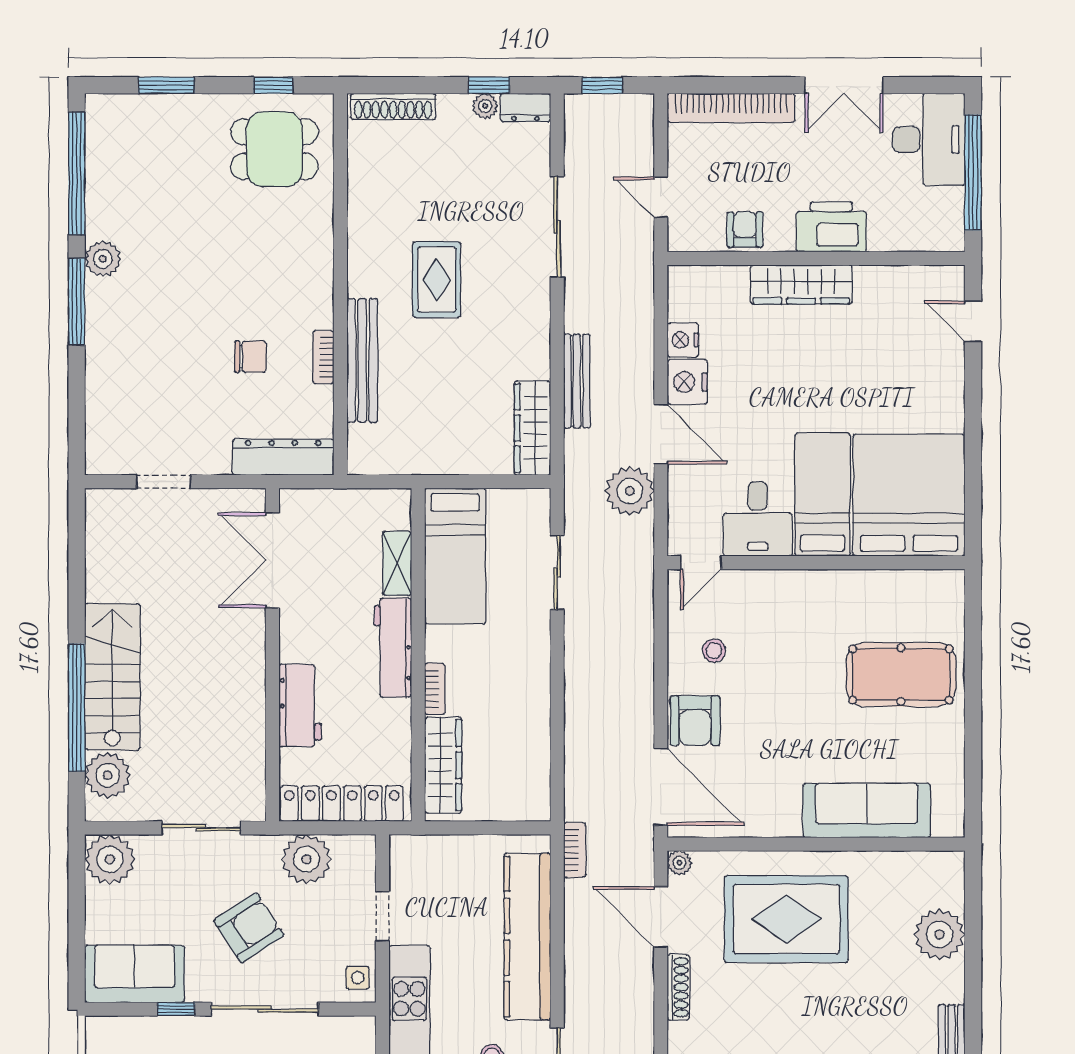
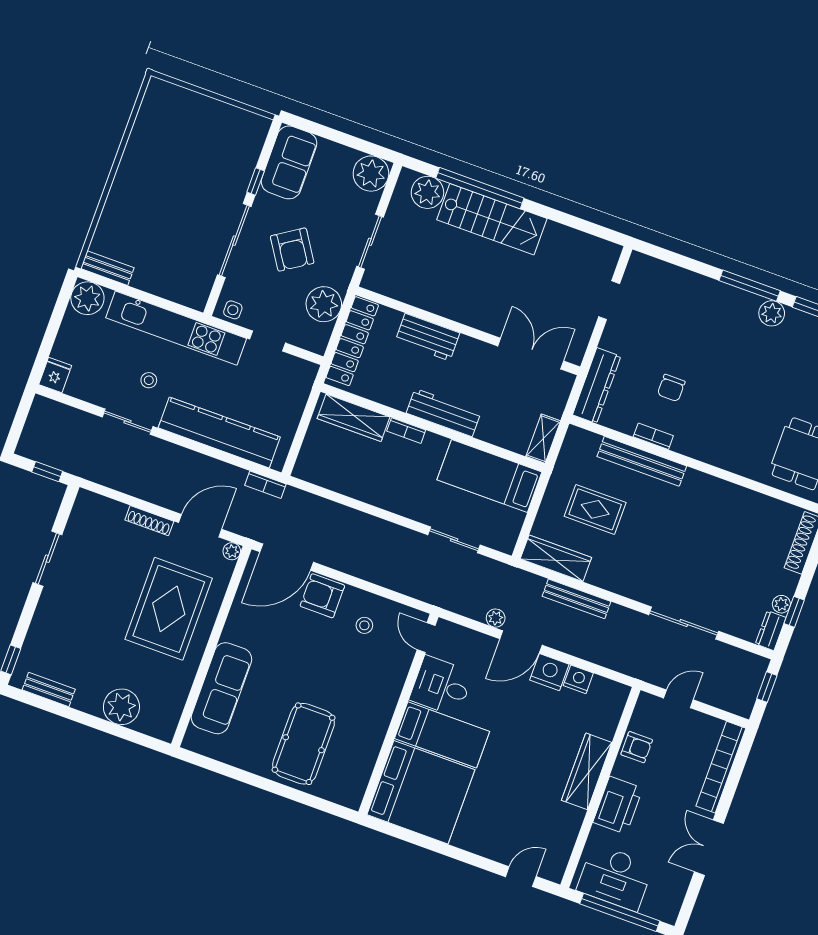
desk: (929, 140) -> (615, 877), moved
rug: (437, 280) -> (595, 509), moved
plant: (630, 491) -> (496, 618), width x0.53, depth x0.53
shelving: (397, 563) -> (543, 439), moved, turned 90

